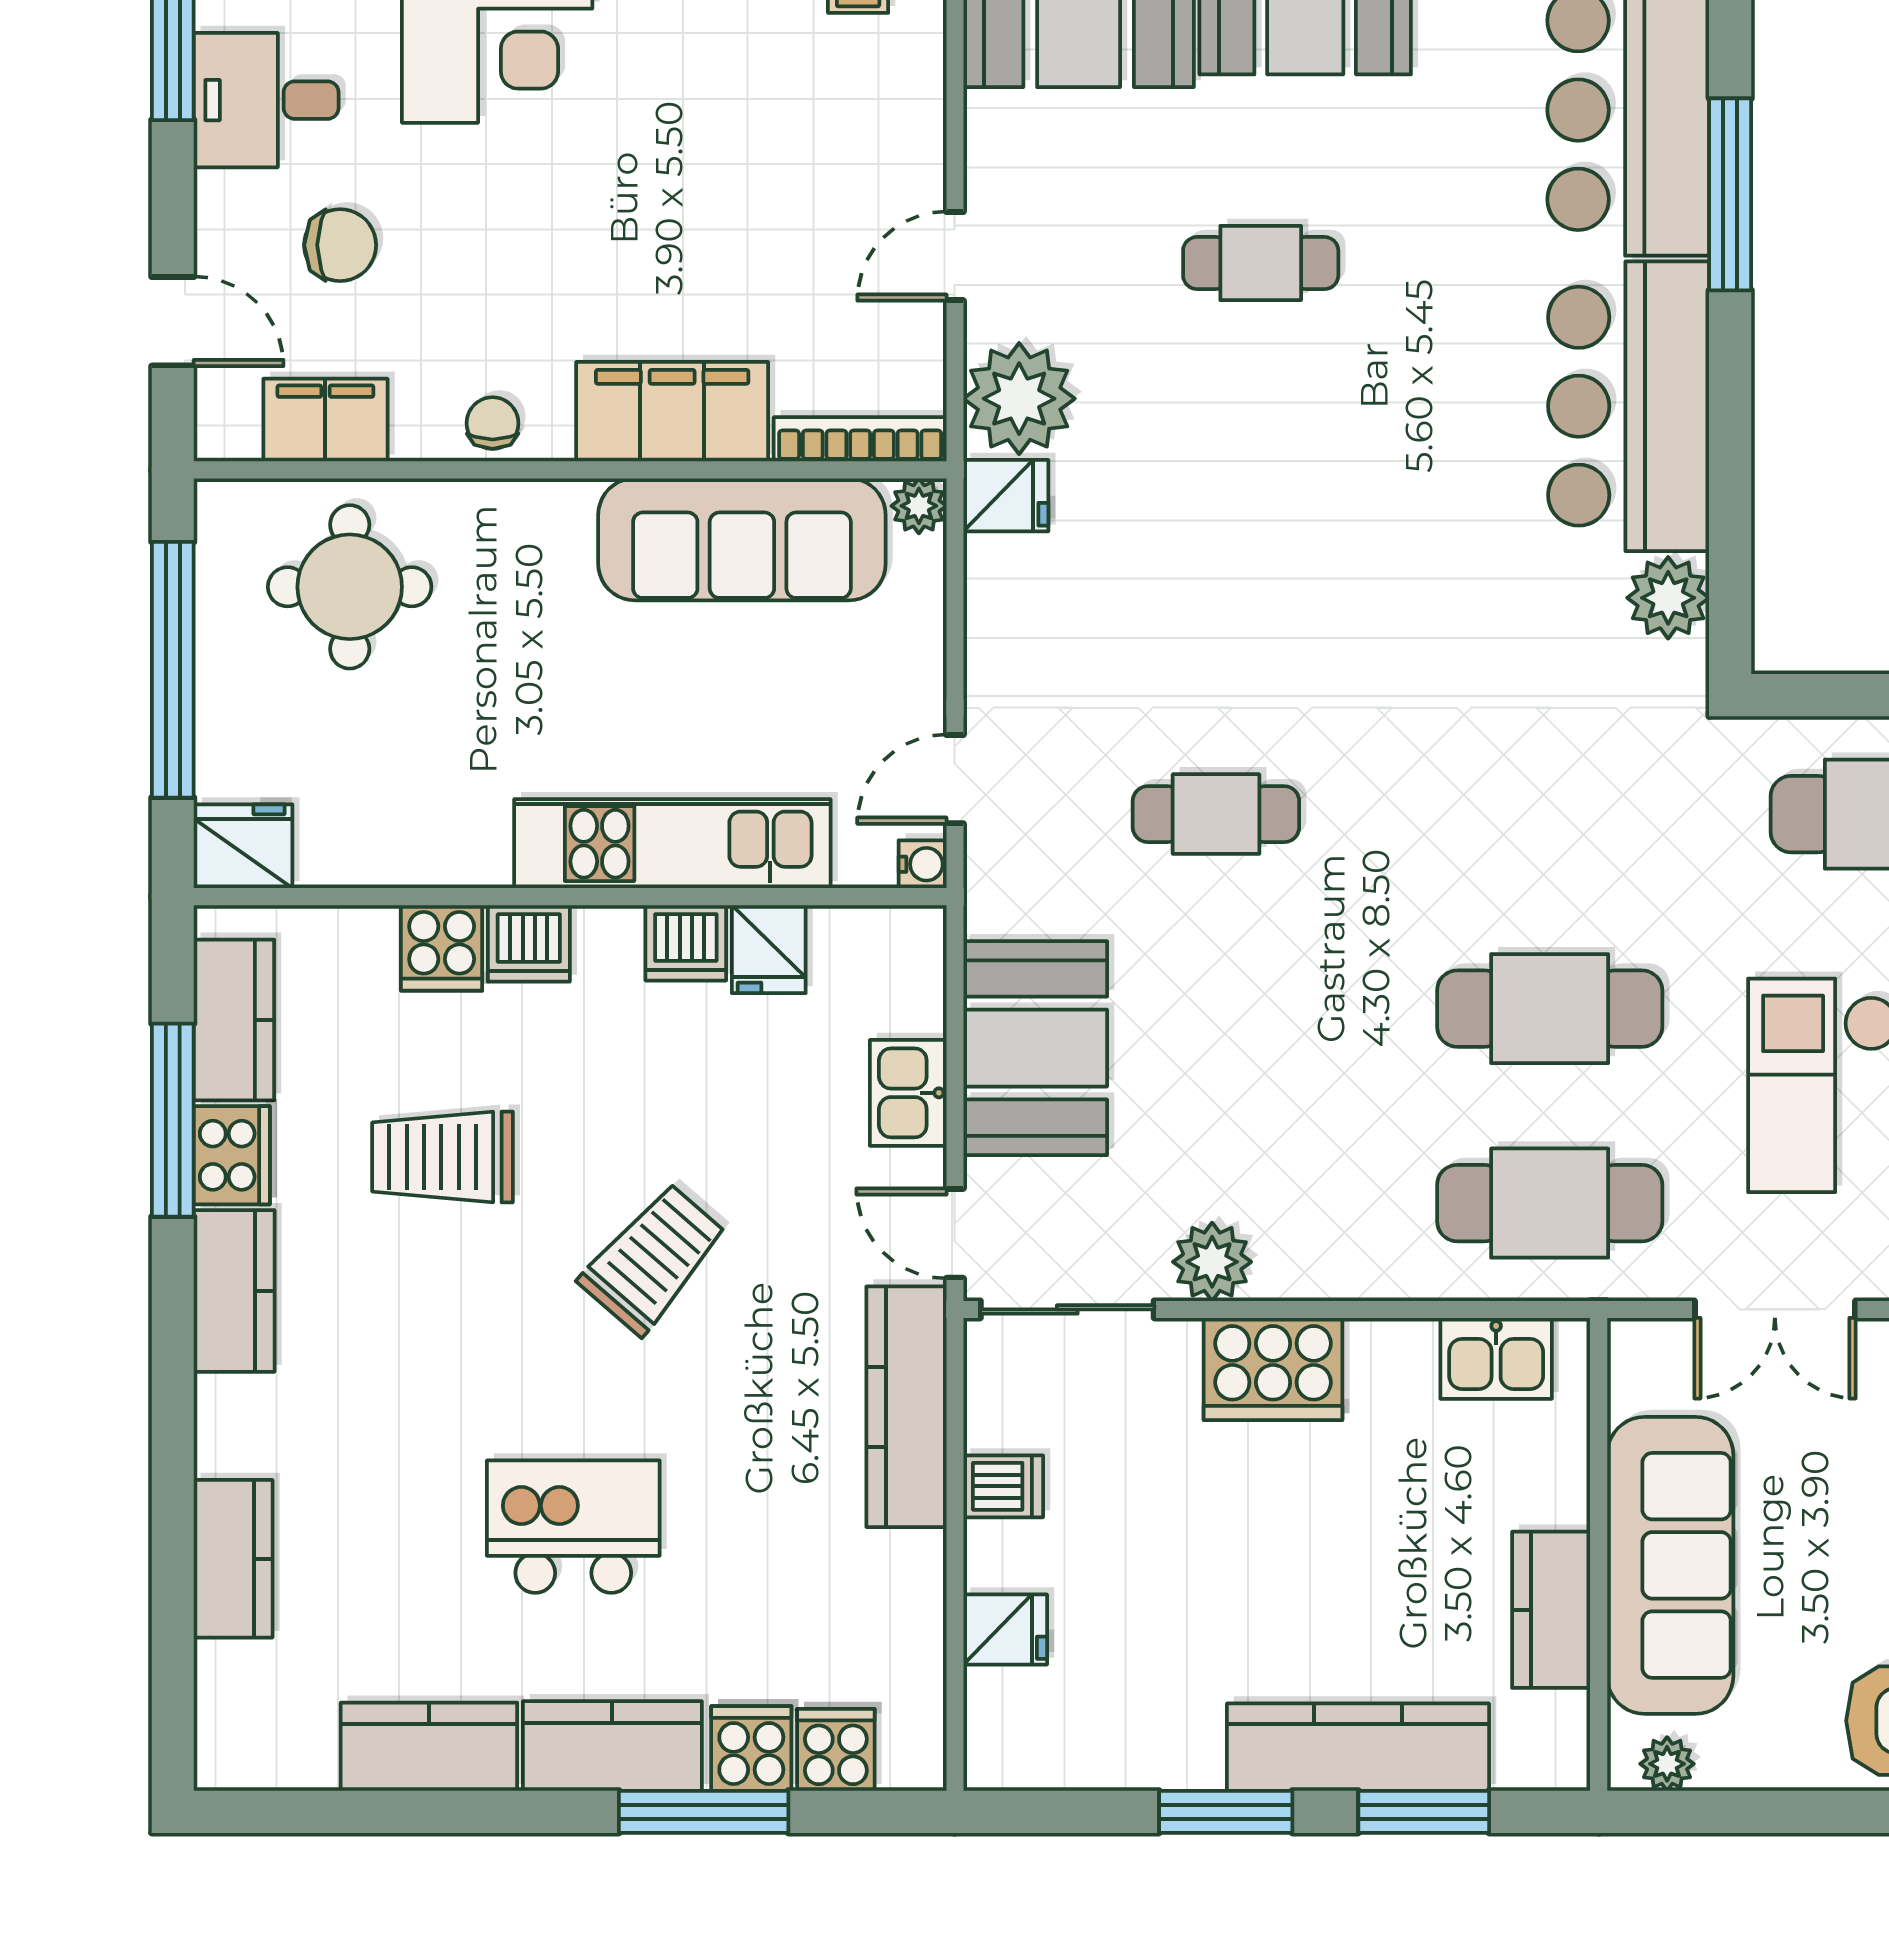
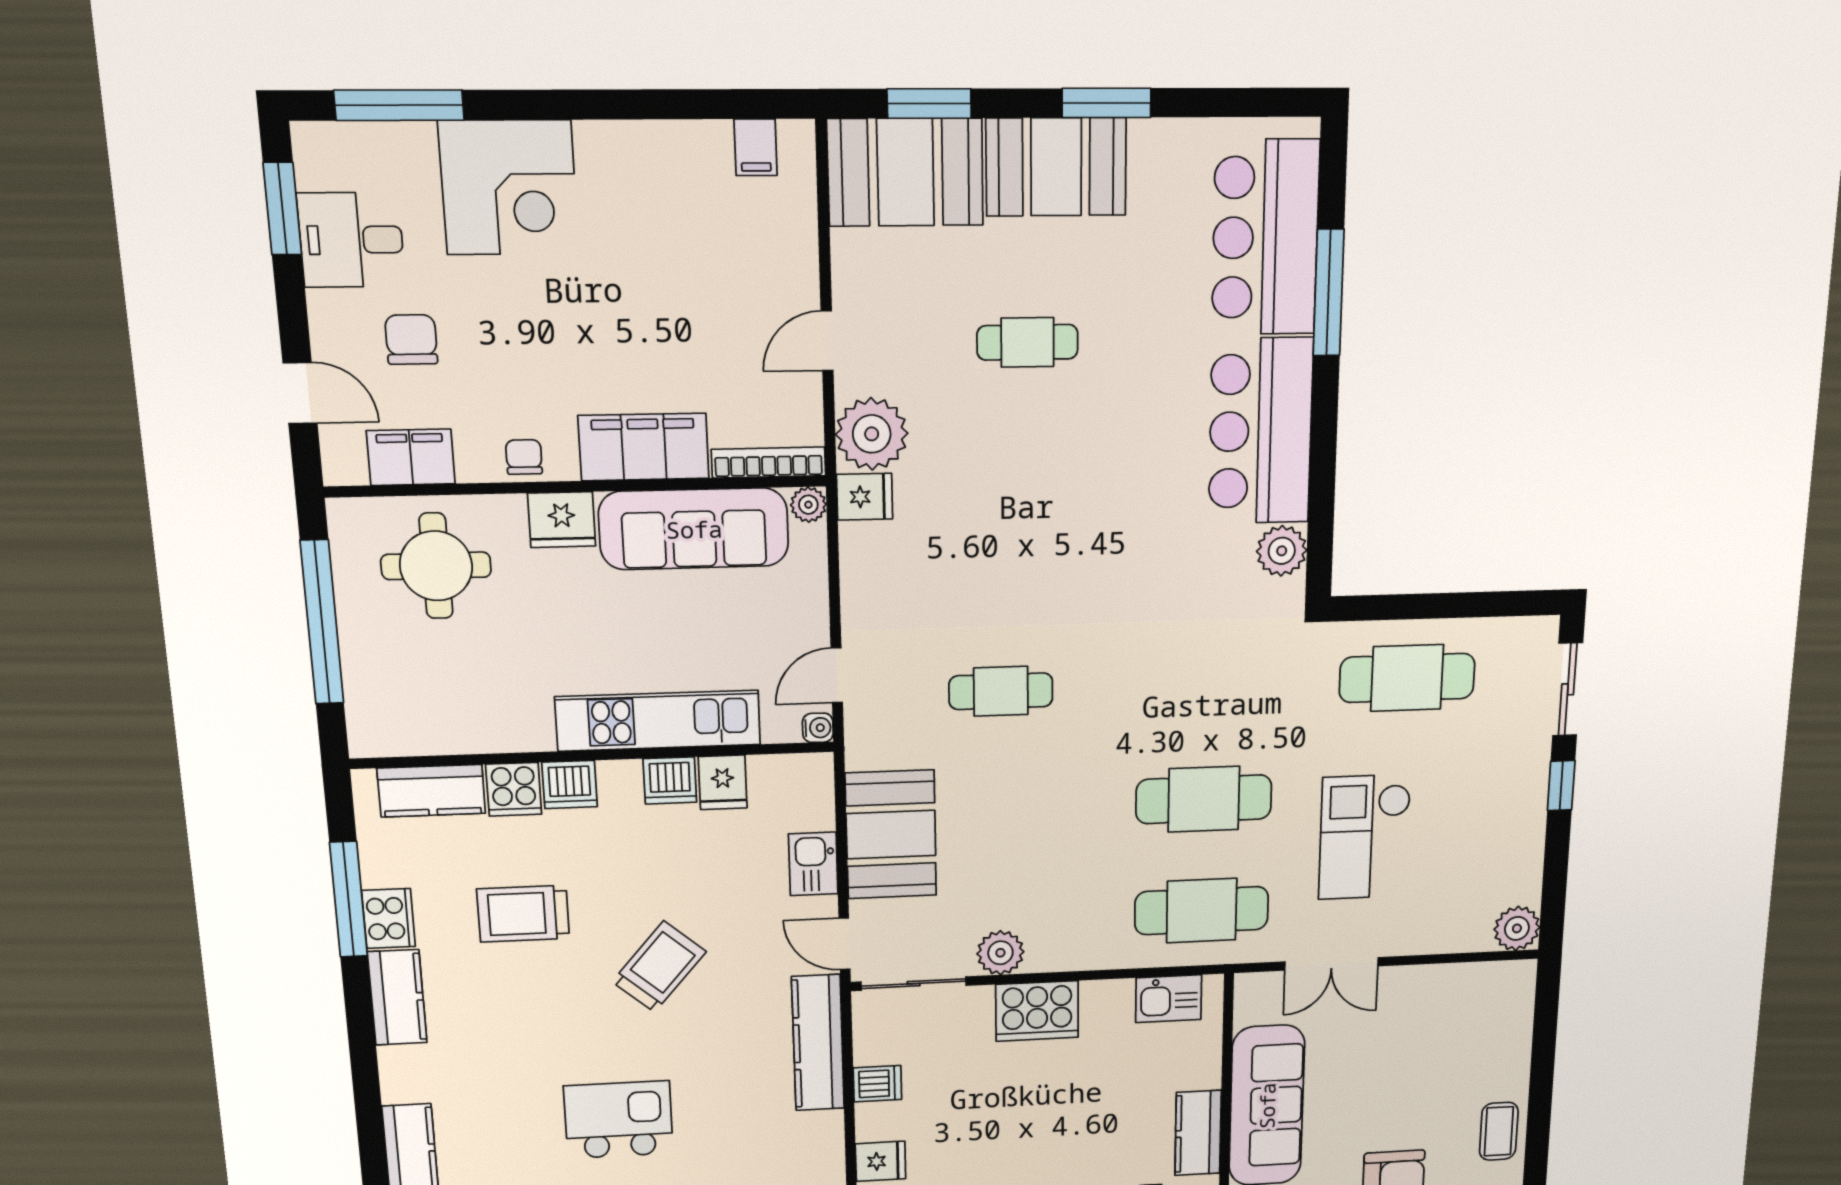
chair: (340, 245) -> (411, 339), turned -90
fridge: (244, 846) -> (562, 520), moved, turned 180
kitchen counter: (234, 1020) -> (431, 791), moved, turned 90

